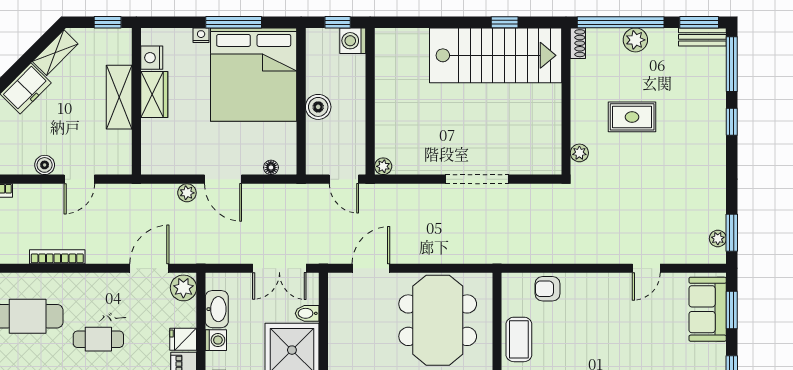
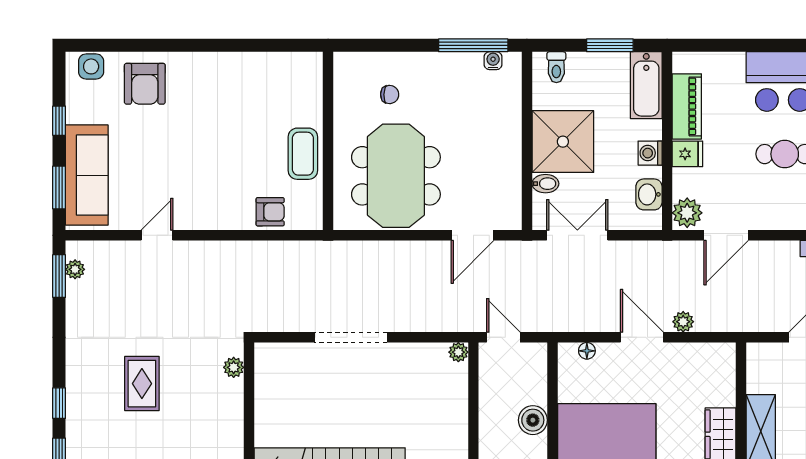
rug: (632, 117) -> (142, 384), moved, turned 90
washbasin: (217, 309) -> (649, 194), width x0.72
sofa: (708, 309) -> (87, 175), width x1.36

